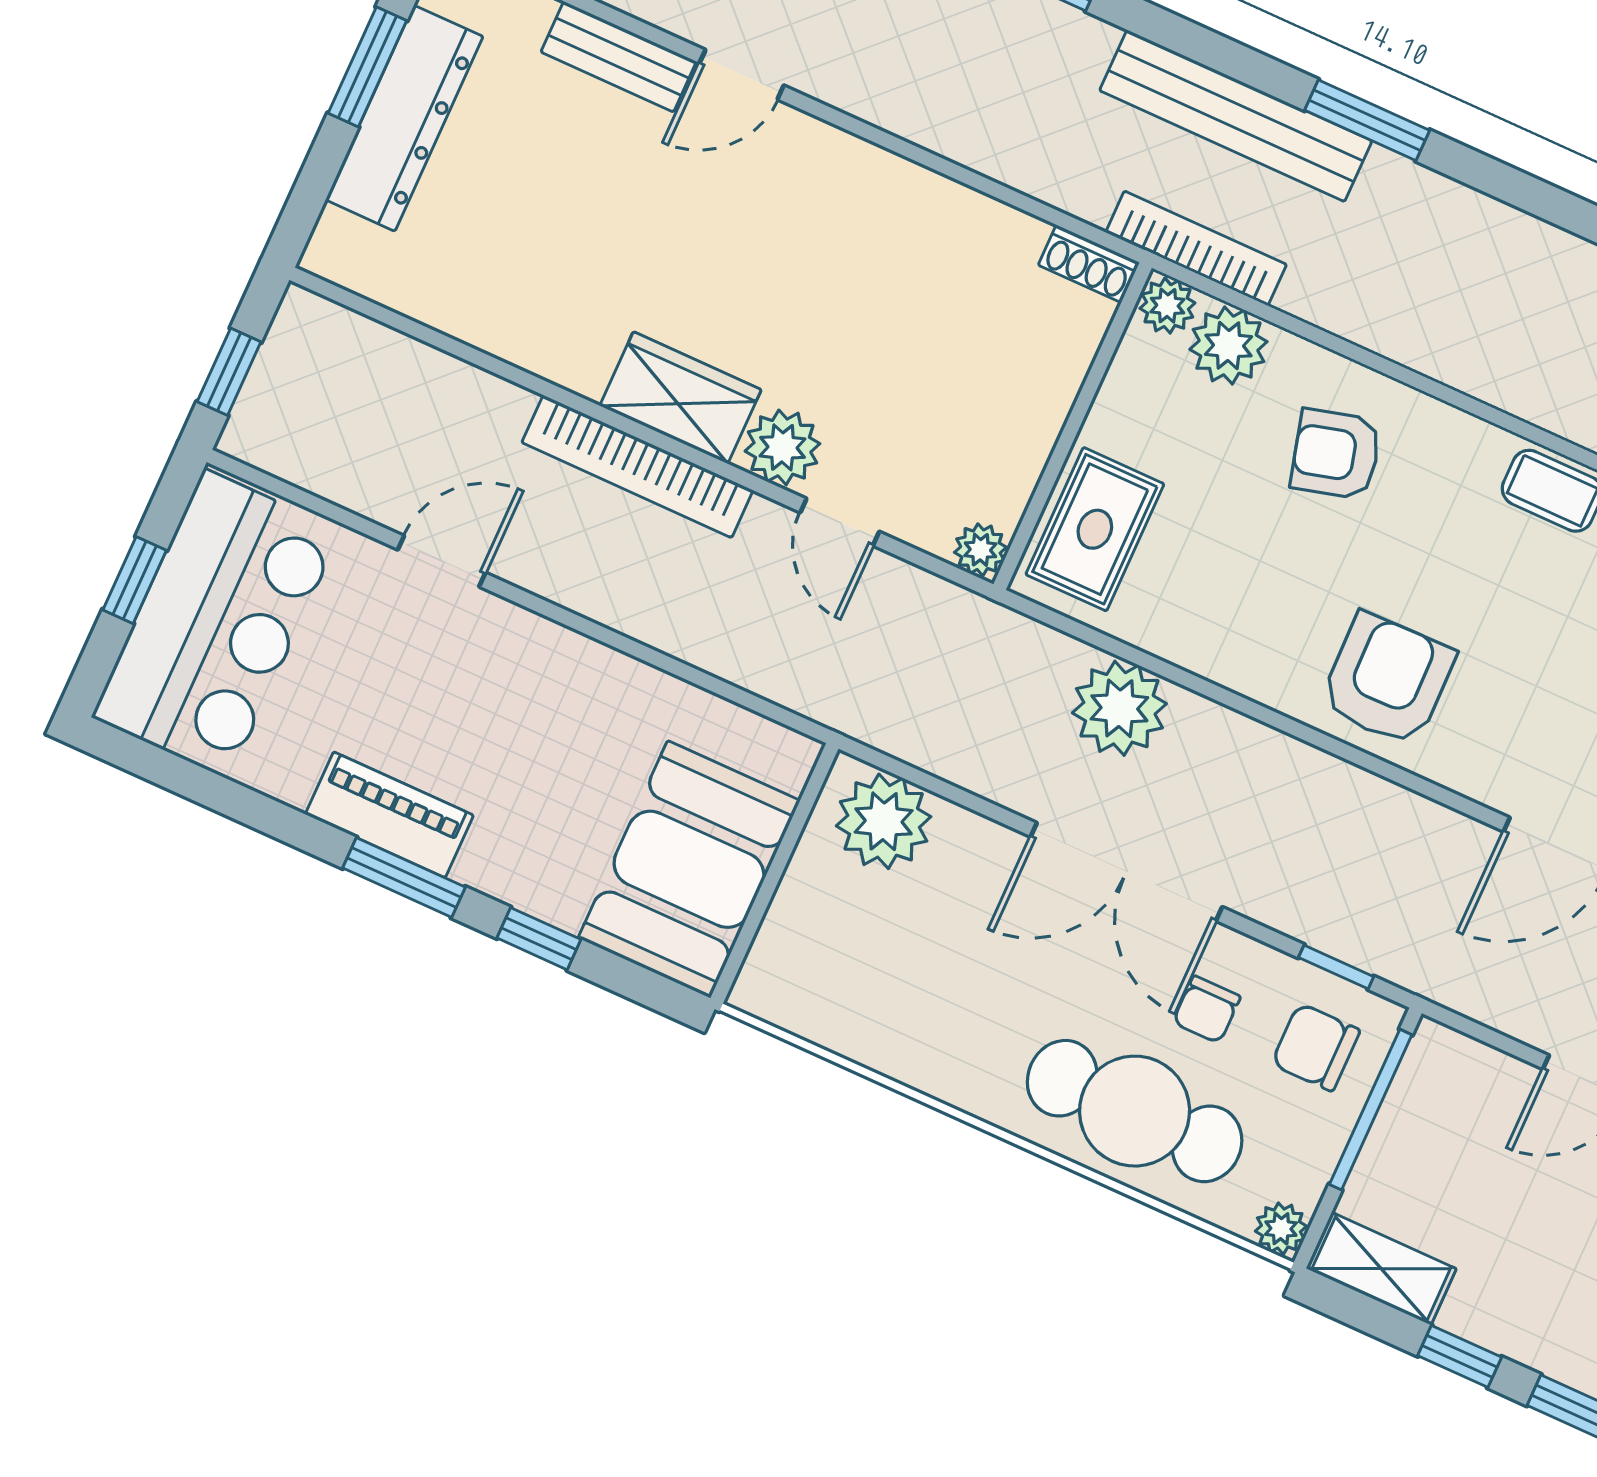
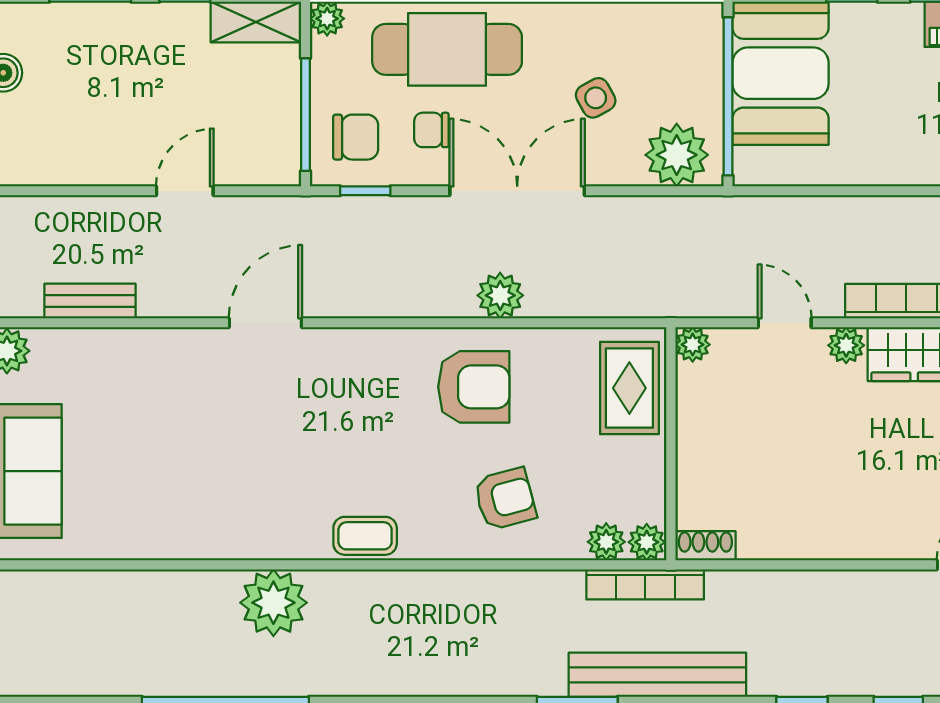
plant: (1228, 346) -> (606, 542), width x0.73, depth x0.73
plant: (782, 447) -> (846, 345), width x0.73, depth x0.73
armchair: (1387, 679) -> (474, 387), moved, turned -89
plant: (1119, 708) -> (500, 295), moved, width x0.73, depth x0.73
window: (776, 870) -> (728, 96), added
side table: (960, 951) -> (596, 98), added
chair: (1207, 1010) -> (431, 130), turned -90

